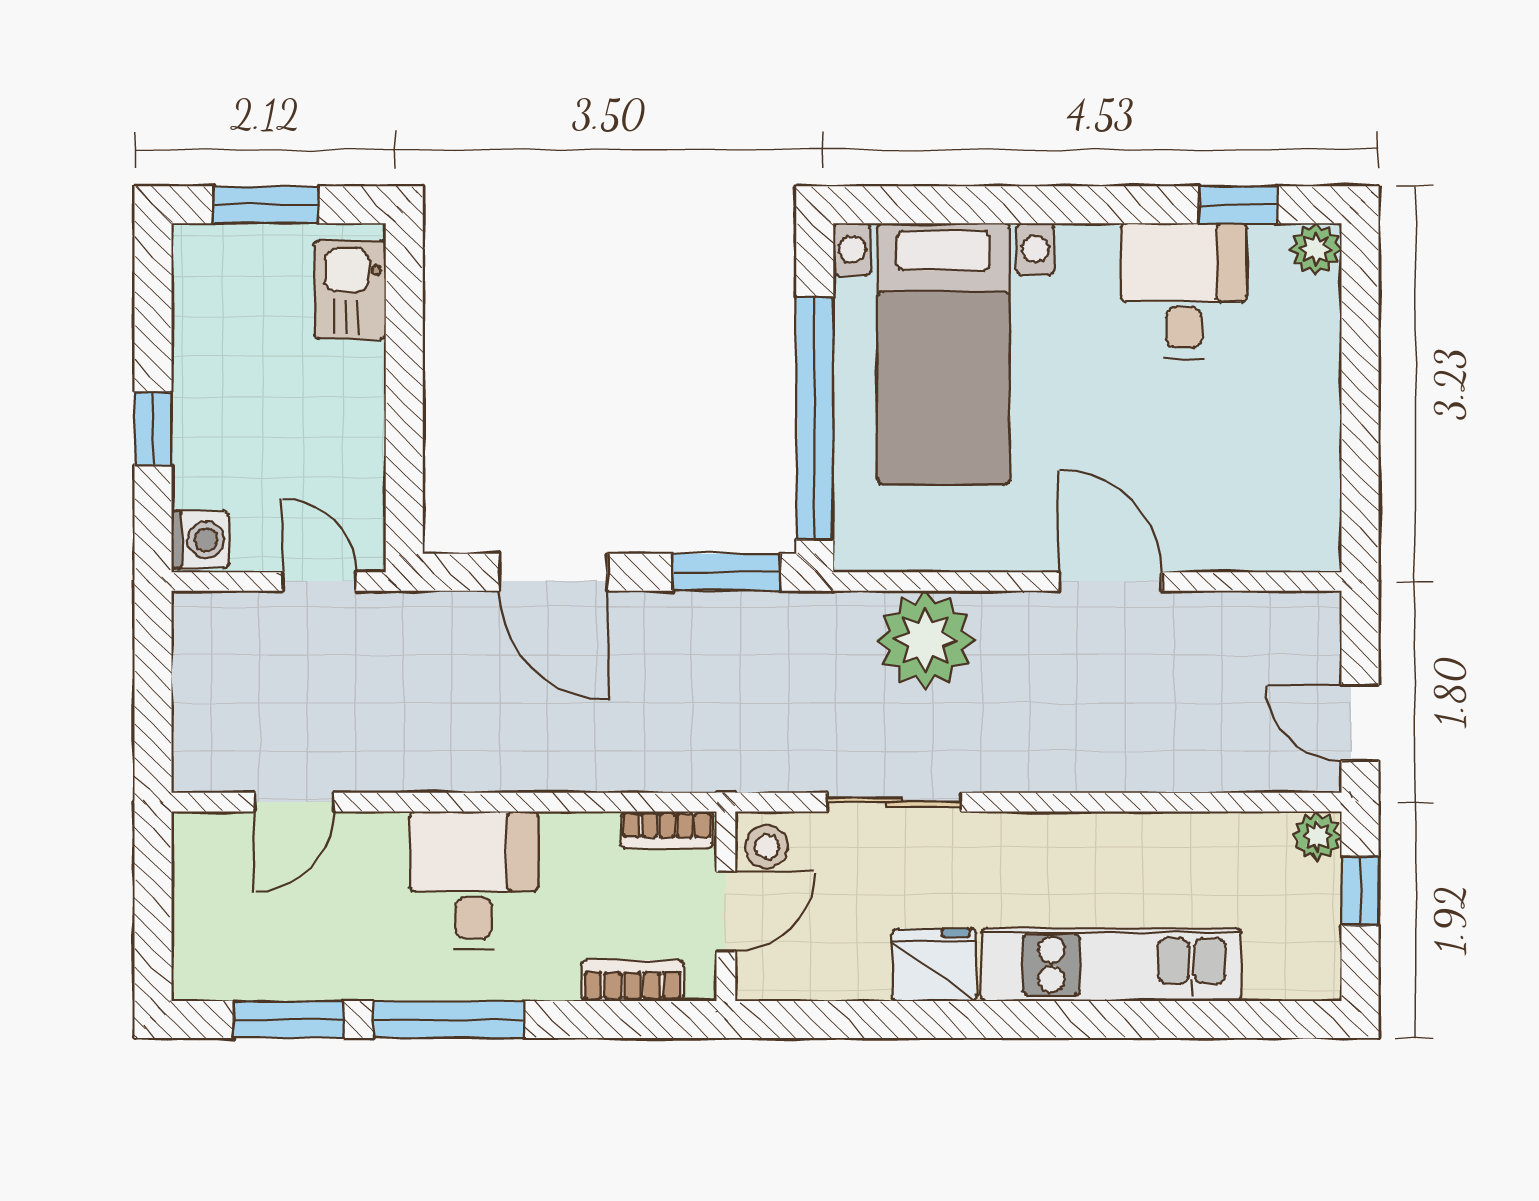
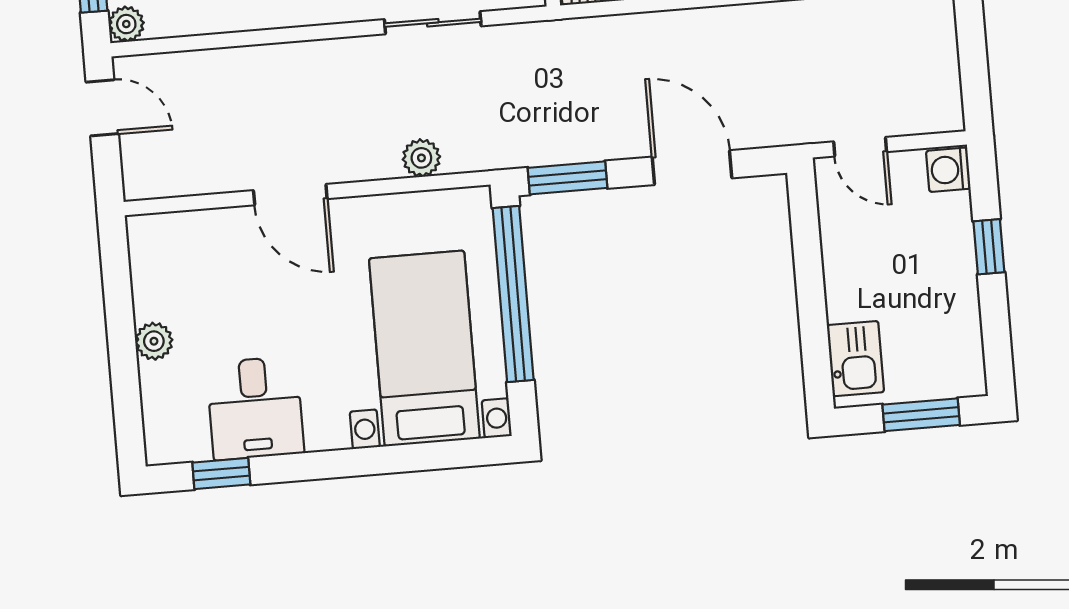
plant: (1316, 249) -> (154, 341), moved
plant: (926, 640) -> (421, 158), width x0.53, depth x0.53

